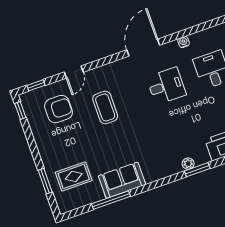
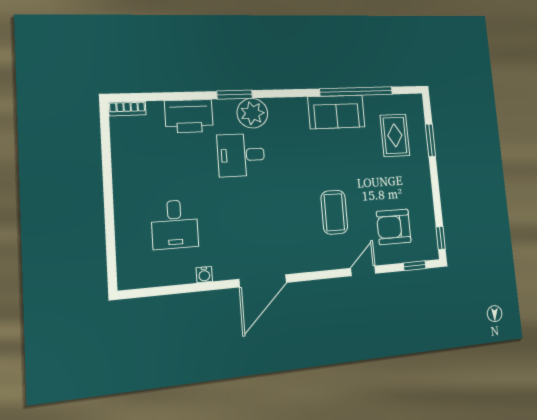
desk: (166, 86) -> (241, 155), moved
plant: (188, 164) -> (252, 113), width x1.88, depth x1.88
rug: (74, 176) -> (395, 135), turned 90
window: (111, 200) -> (356, 91), width x1.46

